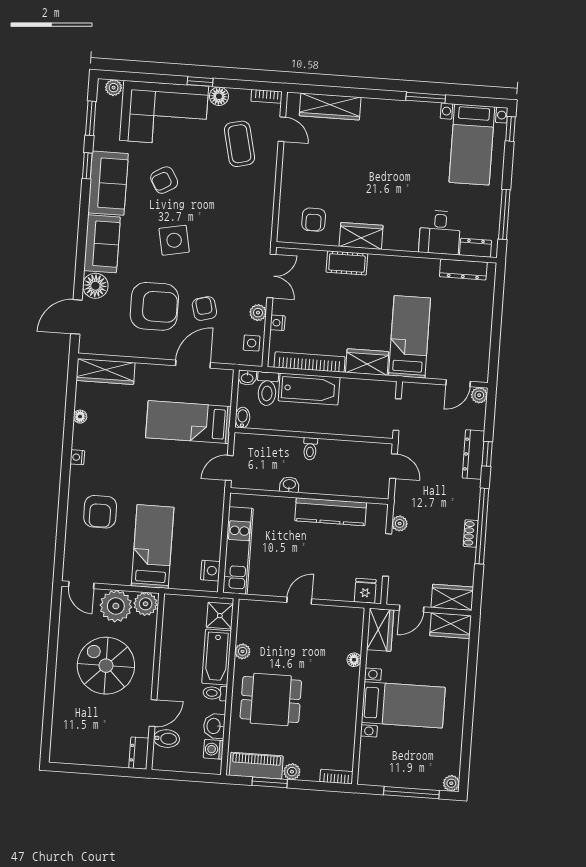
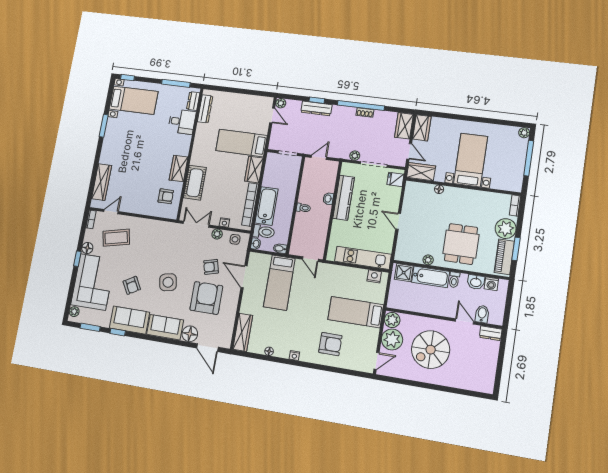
cot: (347, 263) -> (195, 183), width x1.37, depth x1.34
washbasin: (289, 485) -> (328, 199), moved
plant: (292, 772) -> (506, 229), width x1.88, depth x1.88

